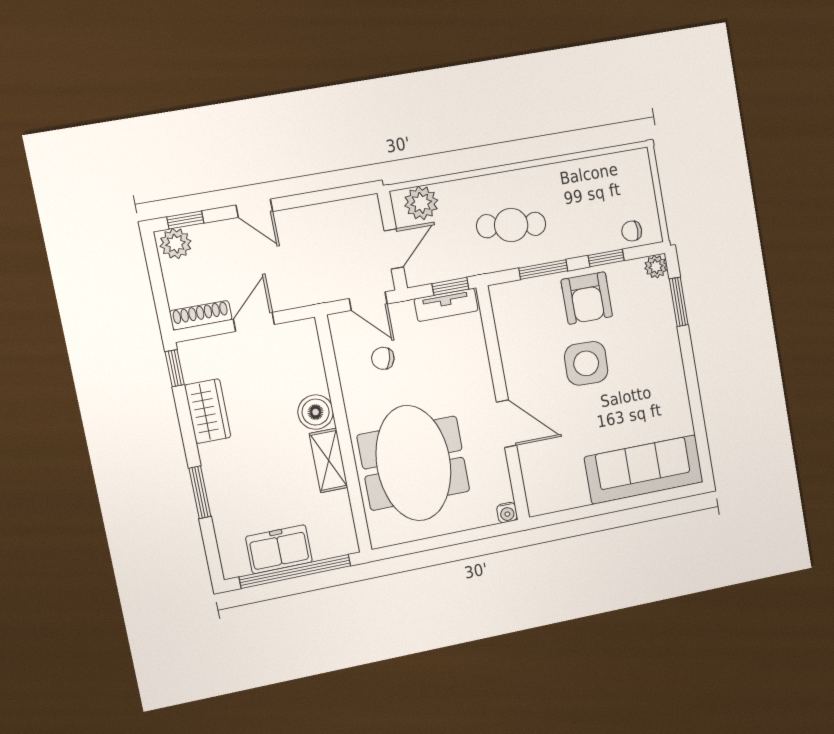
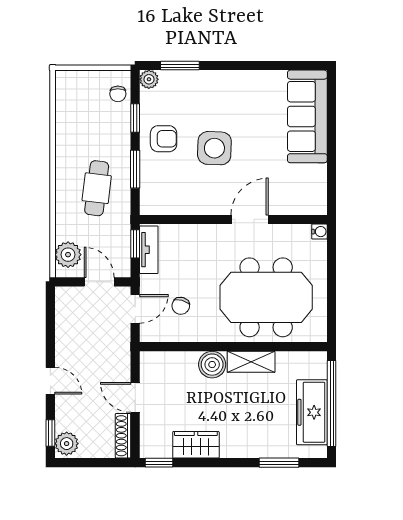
door: (254, 208) -> (50, 381), hinge flipped
armchair: (587, 298) -> (164, 139), width x0.72, depth x0.72
window: (200, 492) -> (279, 463), moved
freezer: (279, 549) -> (312, 412), width x1.40

